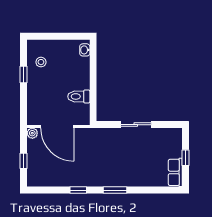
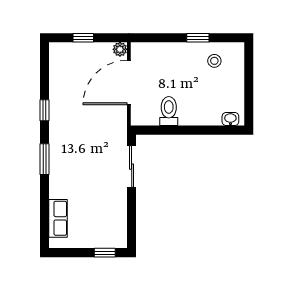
sliding door: (136, 125) -> (132, 167), moved
window: (185, 158) -> (105, 253), moved
row of seats: (175, 172) -> (58, 218), moved, turned 90

